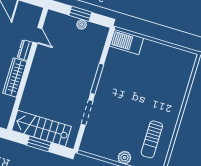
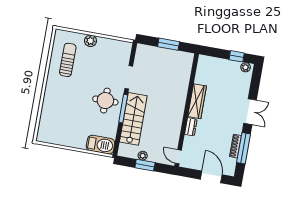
door: (38, 35) -> (178, 157), moved
round table: (116, 90) -> (105, 101), added
stairs: (41, 128) -> (133, 119), moved, turned -90

